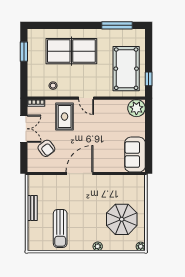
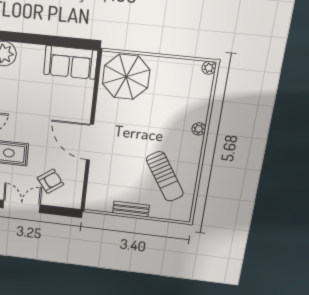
parasol: (122, 219) -> (126, 77), moved
sun lounger: (60, 228) -> (165, 176), turned 58

